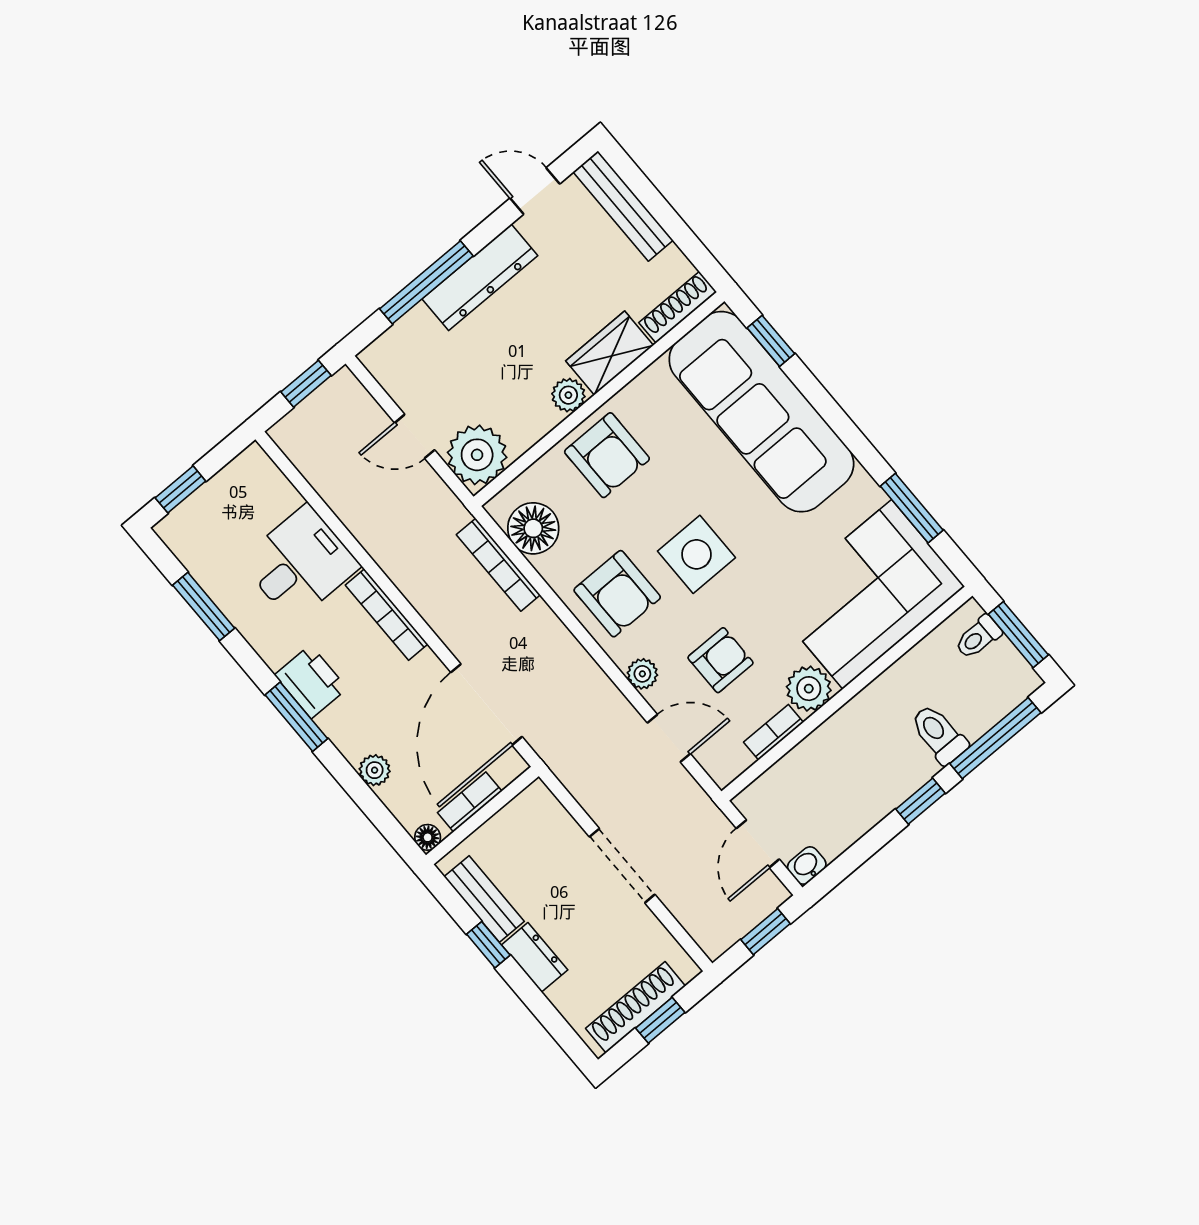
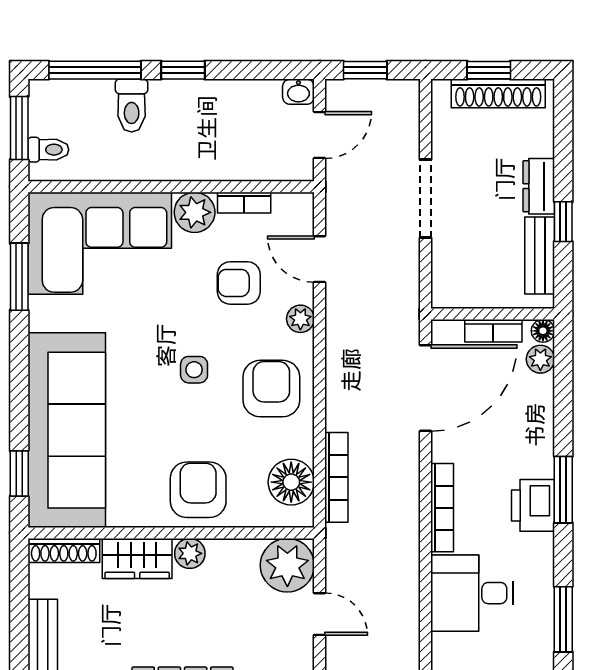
side table: (696, 554) -> (194, 370), width x0.54, depth x0.54
plant: (375, 770) -> (540, 359), moved

